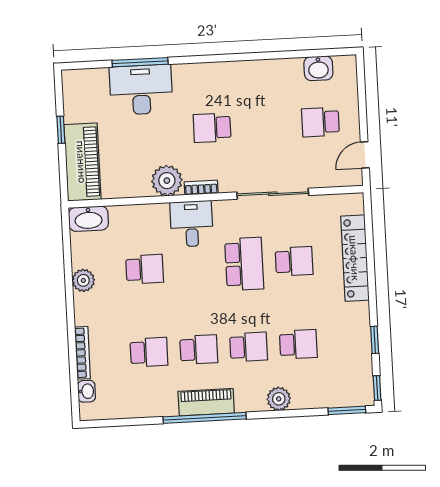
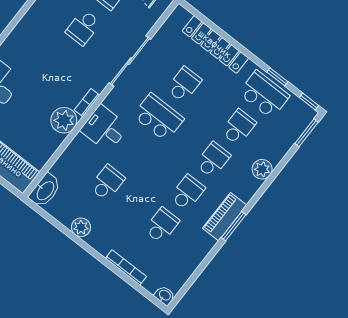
school desk: (212, 128) -> (83, 27), moved
school desk: (348, 342) -> (264, 94), added
washbasin: (86, 391) -> (165, 296), moved
window: (205, 418) -> (234, 226), width x0.47

